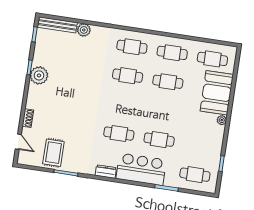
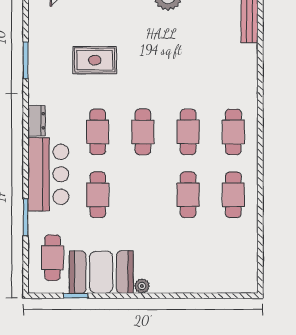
plant: (84, 30) -> (248, 55), removed
cafe table: (212, 59) -> (143, 132), moved
booth: (217, 93) -> (101, 272), moved
rug: (53, 153) -> (95, 60), moved

